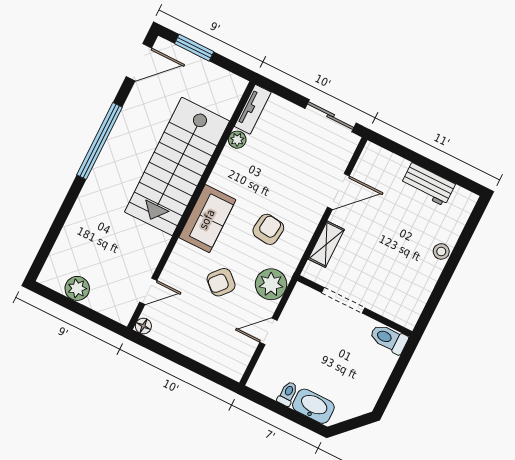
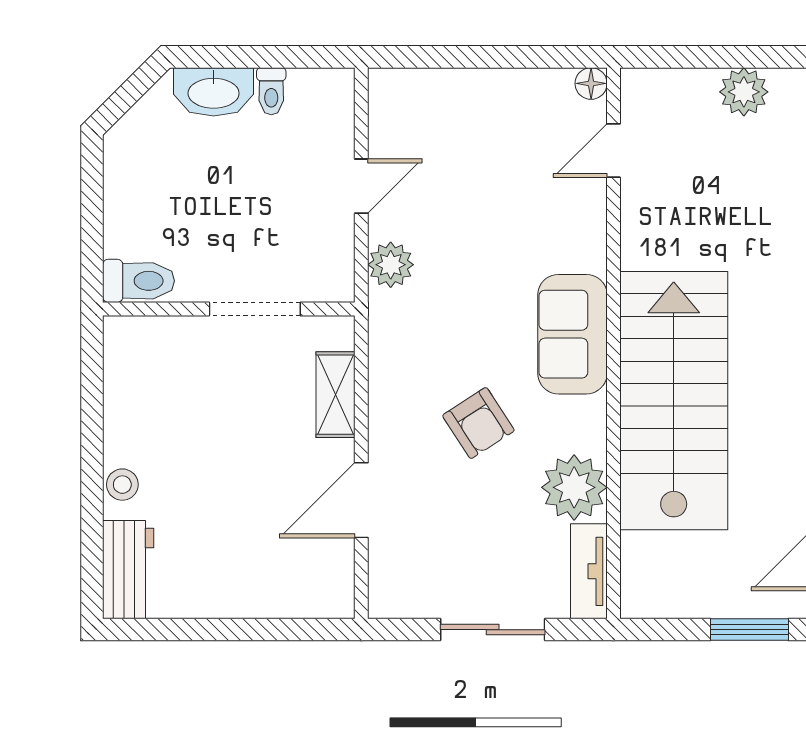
sliding door: (331, 116) -> (493, 630), moved
plant: (237, 140) -> (574, 487), width x1.88, depth x1.88
workbench: (428, 184) -> (128, 570), moved, turned 90
armchair: (268, 229) -> (478, 423), moved, turned -40
armchair: (221, 282) -> (491, 232), removed
plant: (271, 284) -> (391, 265), width x0.73, depth x0.73

